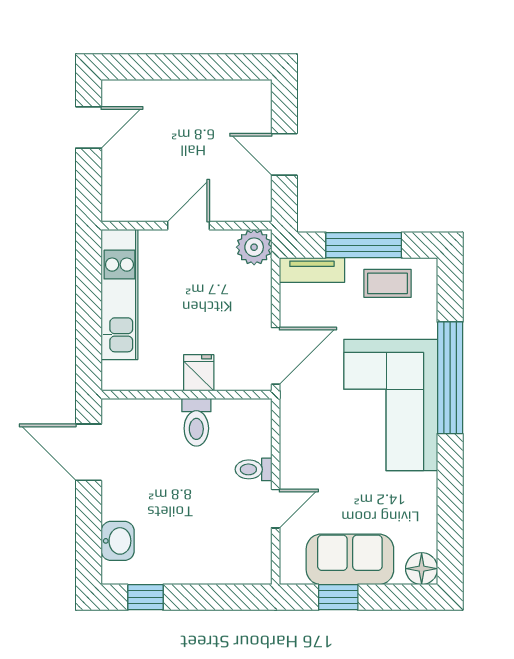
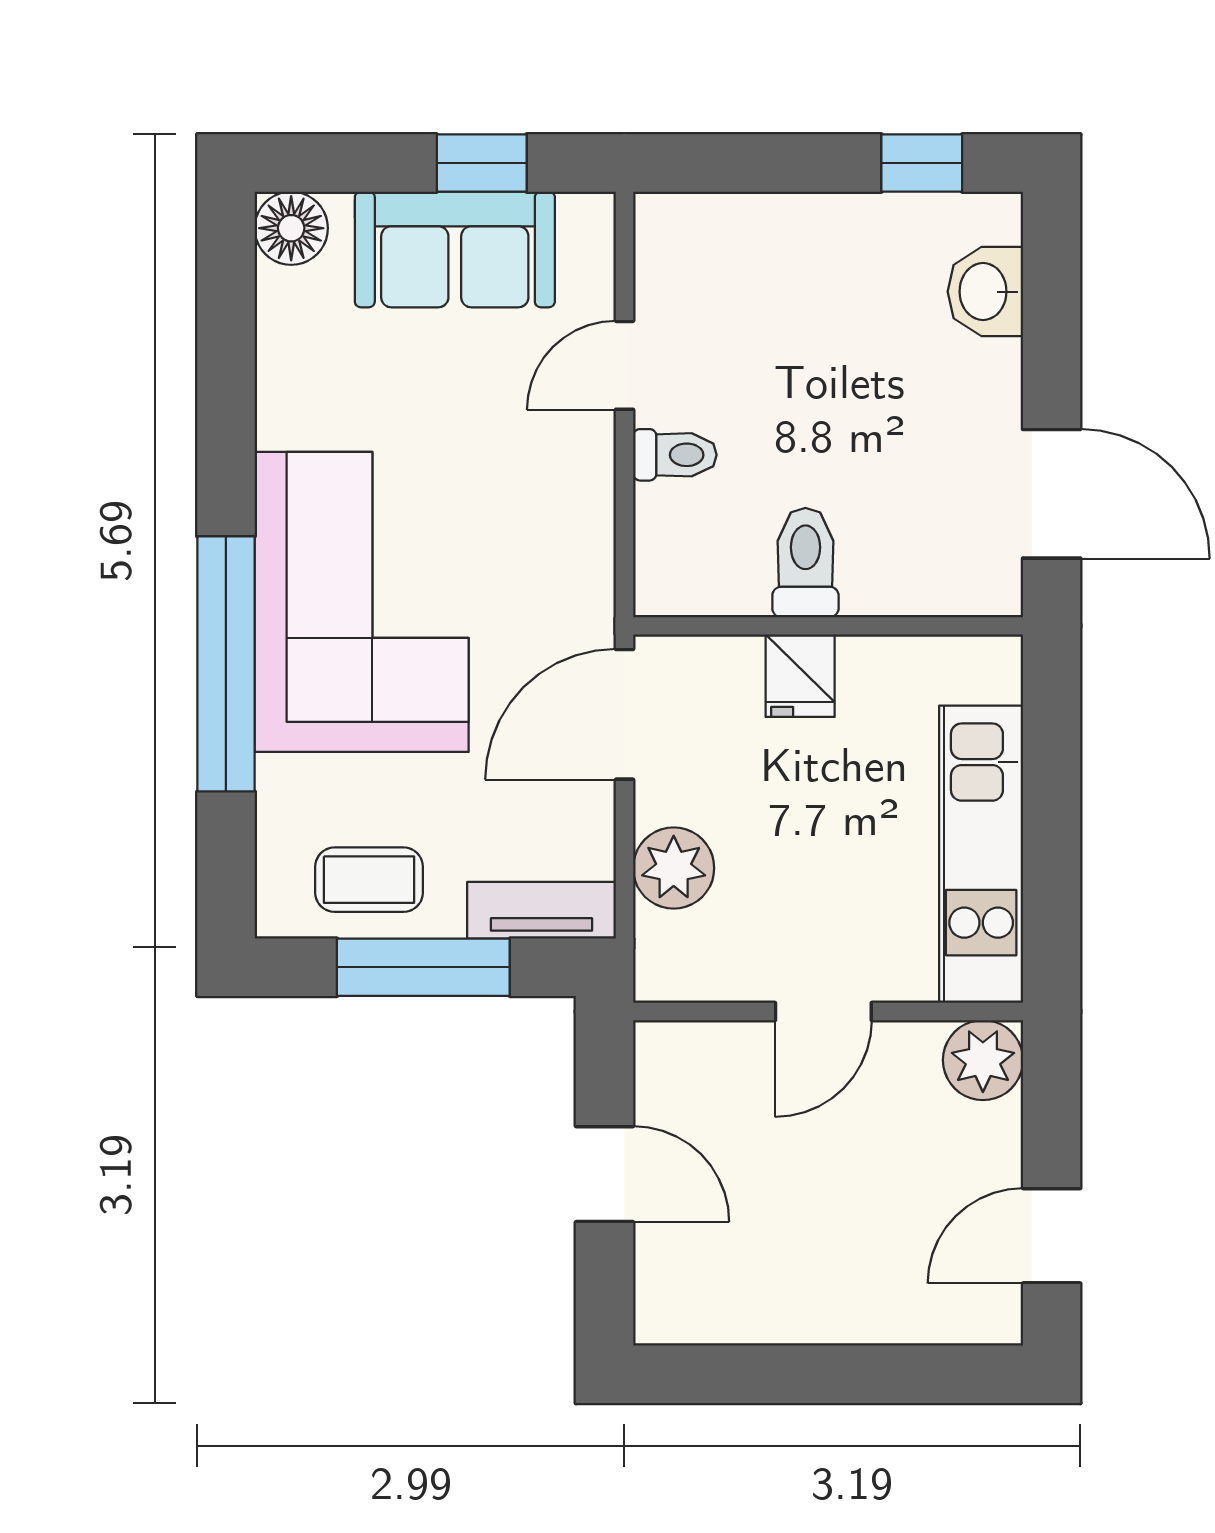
plant: (119, 204) -> (983, 1060), added
plant: (254, 247) -> (674, 868), moved

